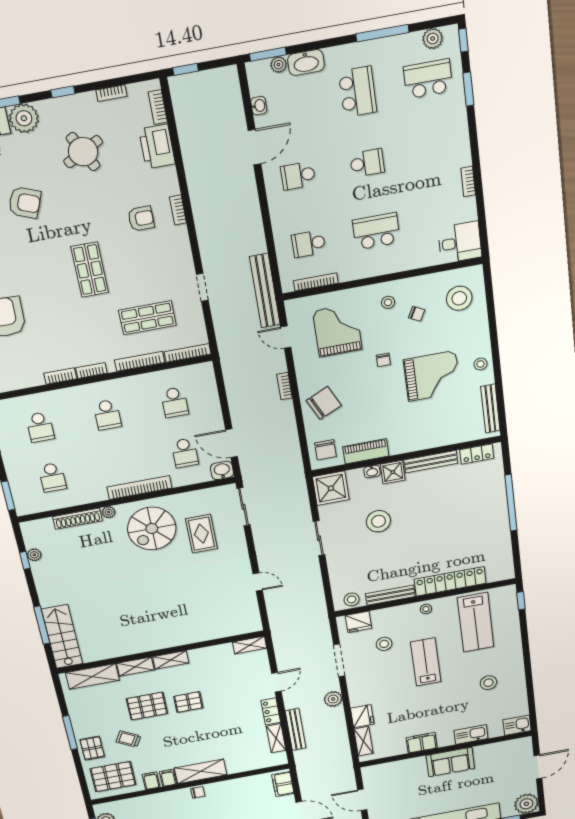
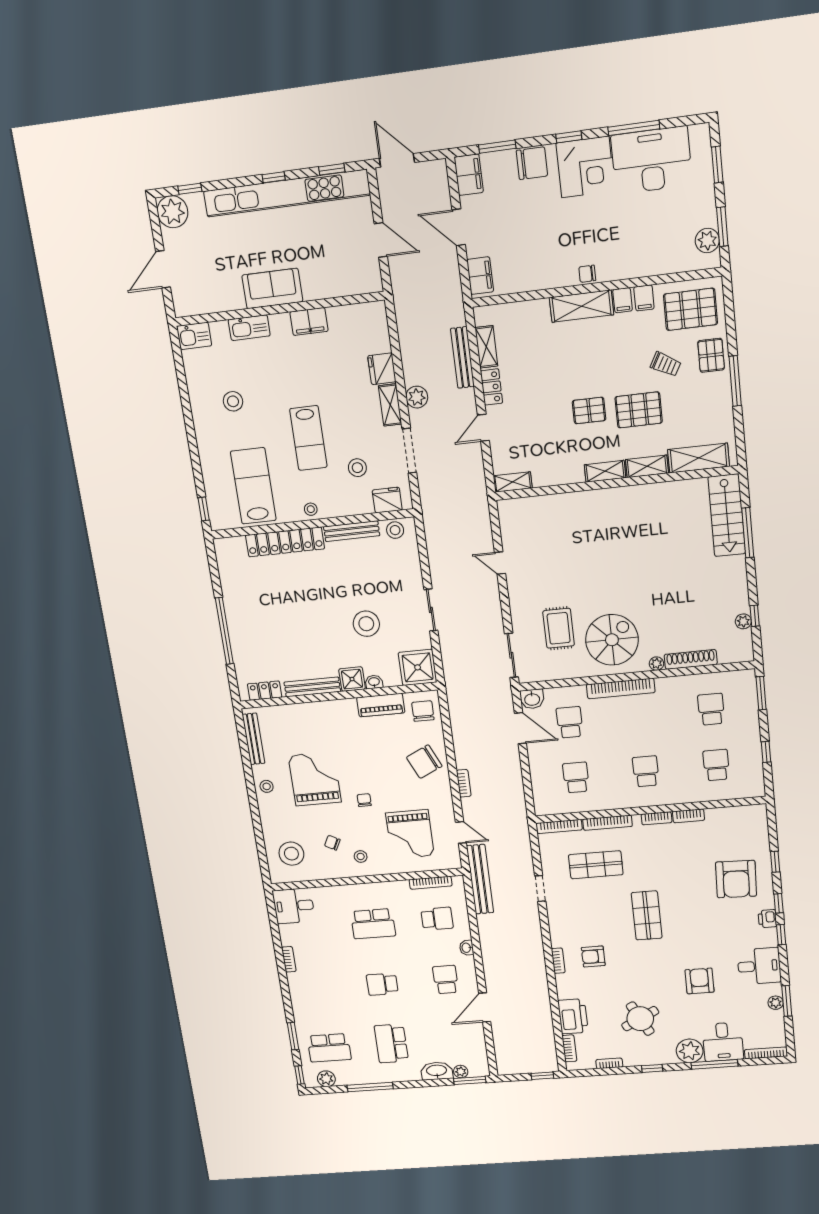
washbasin: (259, 106) -> (467, 948), moved
school desk: (298, 176) -> (446, 980), turned -90
armchair: (25, 202) -> (700, 981), turned 68
grand piano: (432, 376) -> (315, 779), turned 90
shelving: (363, 741) -> (390, 405), moved

